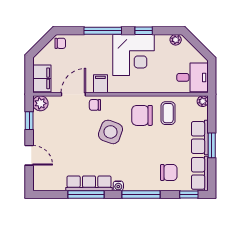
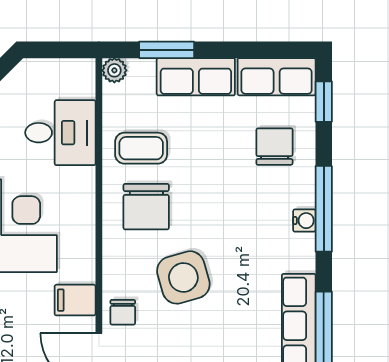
desk: (193, 77) -> (60, 133), moved, turned 90
side table: (110, 132) -> (183, 277), turned -36
window: (212, 145) -> (167, 50), moved
water cooler: (118, 186) -> (304, 221), moved

